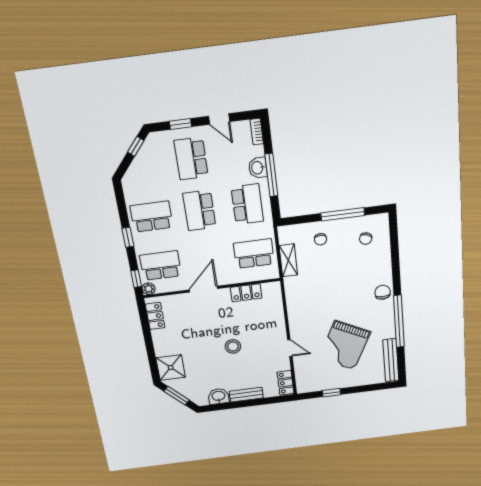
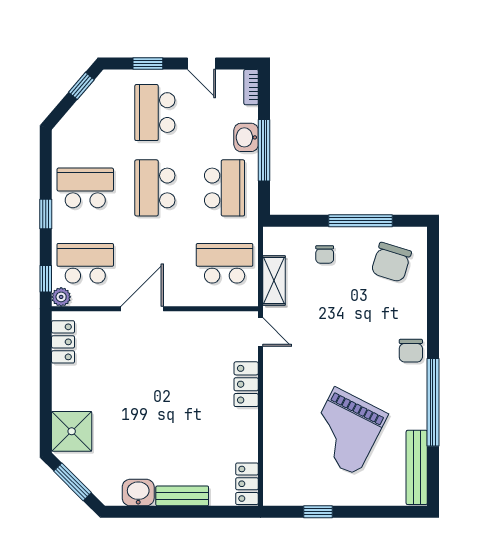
chair: (366, 239) -> (391, 262), width x1.87, depth x1.87
chair: (383, 292) -> (411, 351), turned 180
locker: (246, 293) -> (246, 384), moved, turned 90
stool: (233, 346) -> (173, 409), removed
door: (290, 348) -> (260, 332), moved

